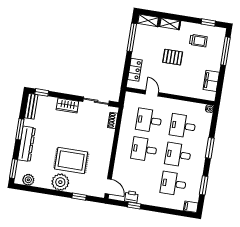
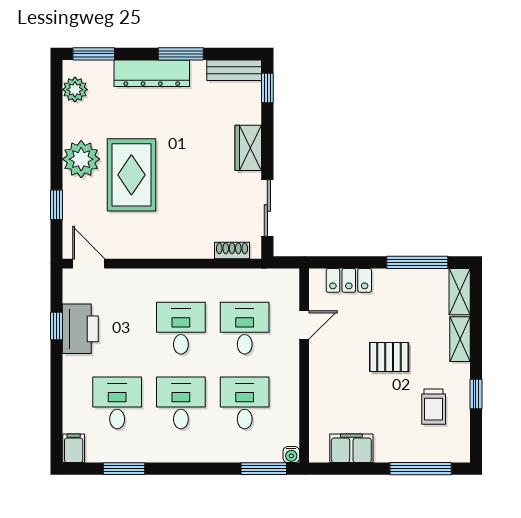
window: (208, 22) -> (476, 394), moved
pallet: (173, 57) -> (389, 357), turned 90
window: (210, 148) -> (264, 469), moved
door: (108, 186) -> (89, 264), swing flipped
printer: (131, 197) -> (80, 329), width x1.87, depth x1.48

